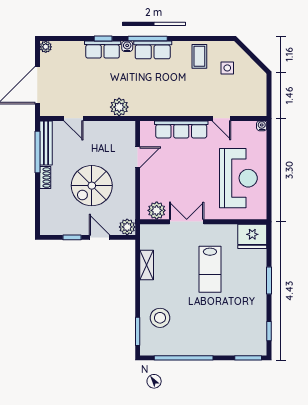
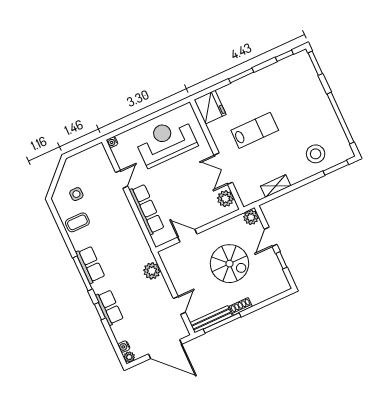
water cooler: (127, 46) -> (124, 347), moved

